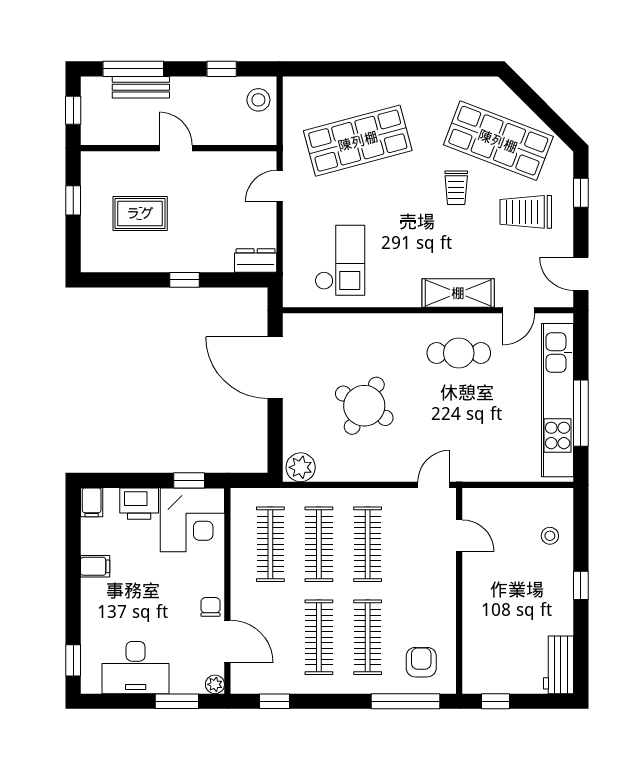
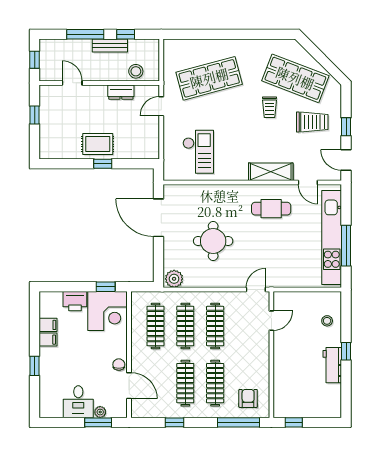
window: (133, 69) -> (85, 34), moved
bench: (141, 87) -> (110, 46), moved
stool: (258, 100) -> (136, 71), moved
door: (176, 148) -> (72, 83), moved
window: (581, 193) -> (346, 127), moved
trolley: (526, 212) -> (312, 122), turned 180
rug: (140, 213) -> (98, 144), moved
dresser: (256, 261) -> (121, 92), moved, turned 180
door: (519, 310) -> (308, 182), hinge flipped
round table: (364, 406) -> (213, 241), turned -30
filing cabinet: (92, 502) -> (48, 325), moved, turned -90
door: (459, 536) -> (271, 321), hinge flipped
window: (73, 660) -> (35, 366), moved
workbench: (558, 665) -> (332, 365), moved
desk: (136, 668) -> (78, 402), width x0.73
plant: (215, 684) -> (100, 412), moved
window: (274, 701) -> (175, 422), moved

